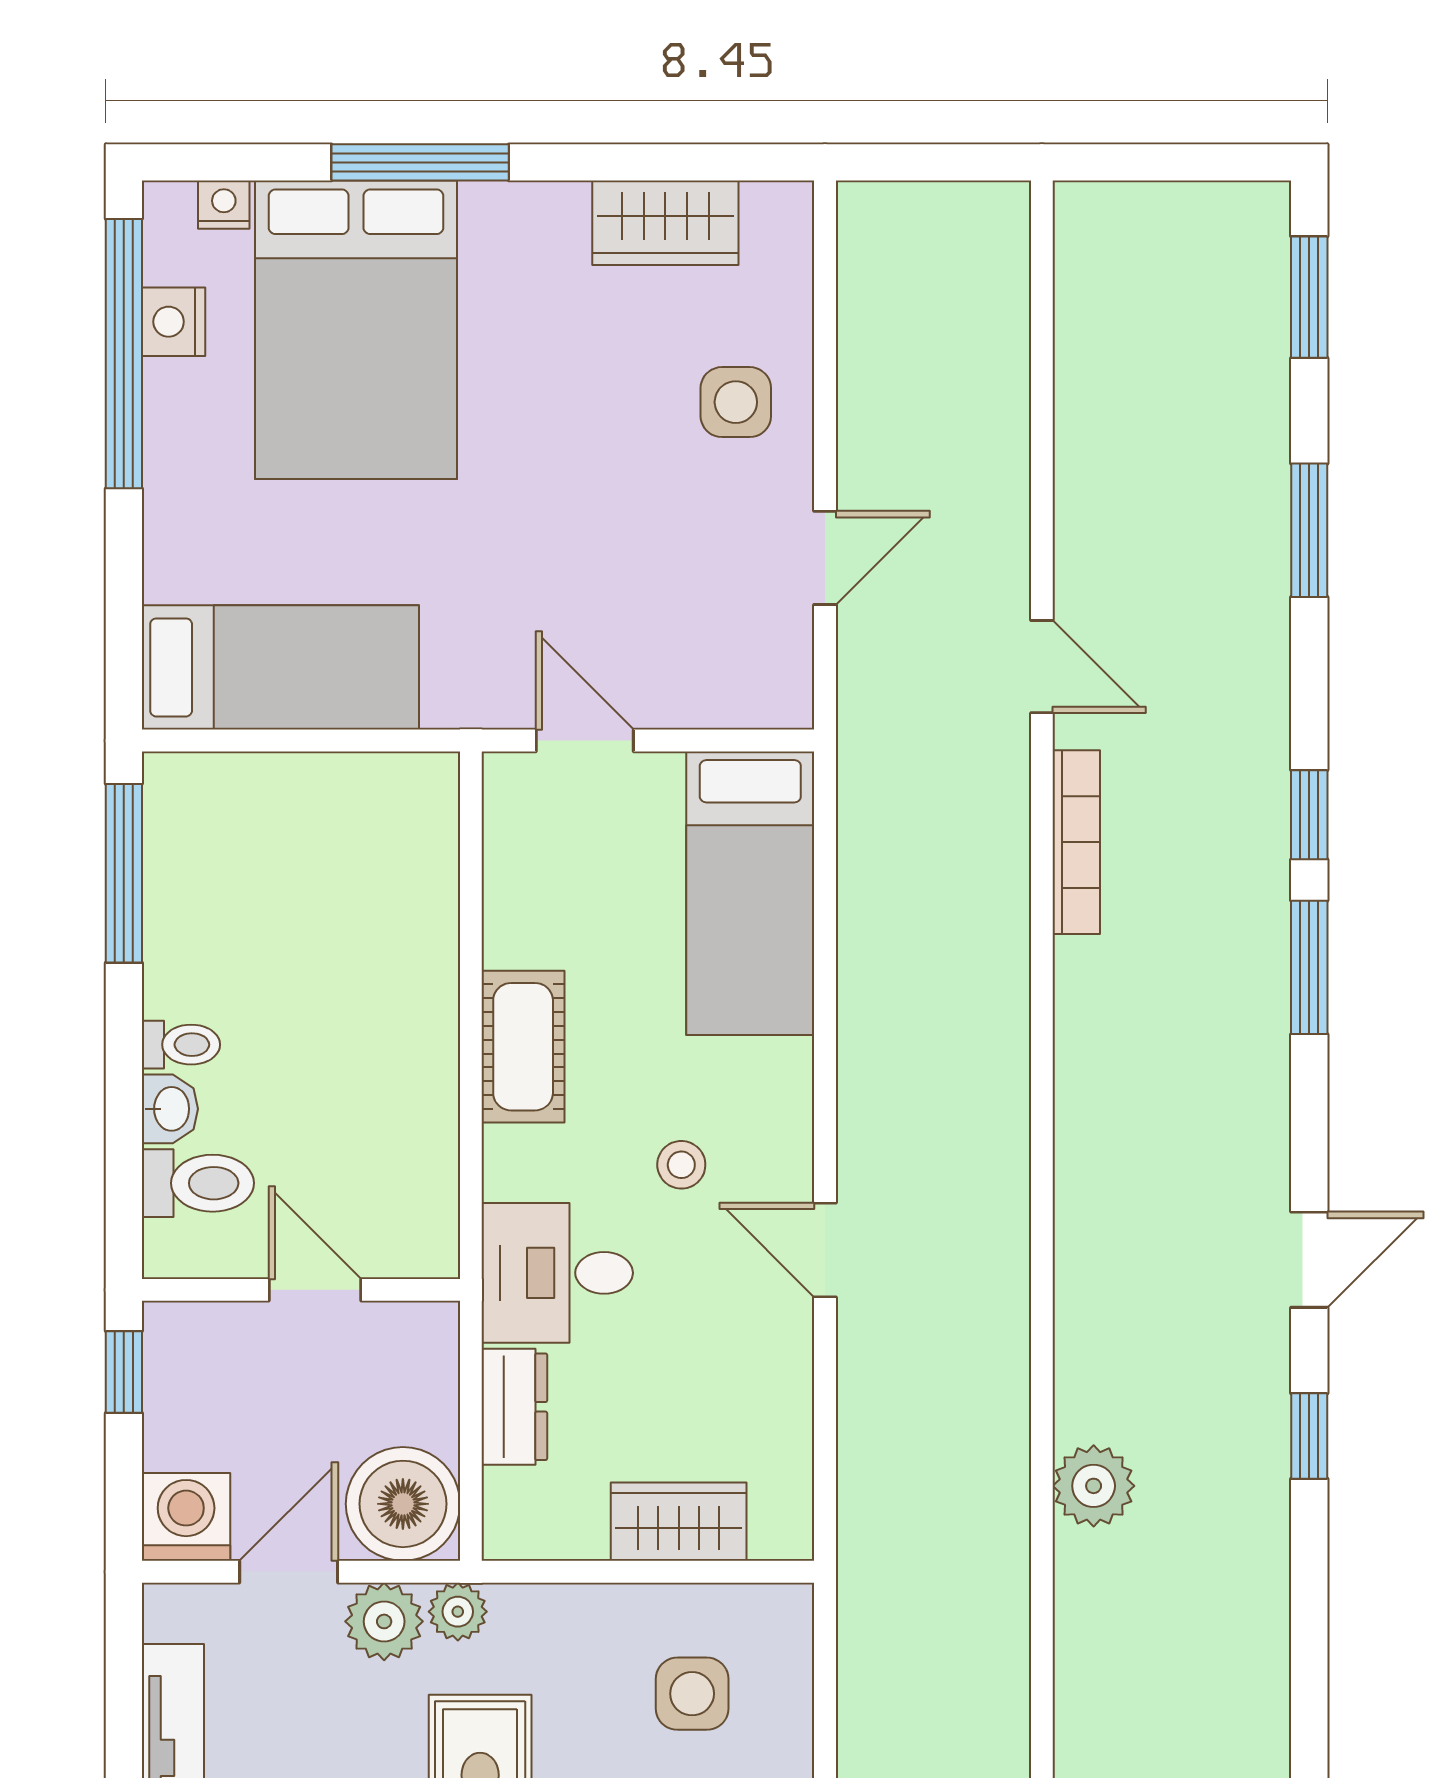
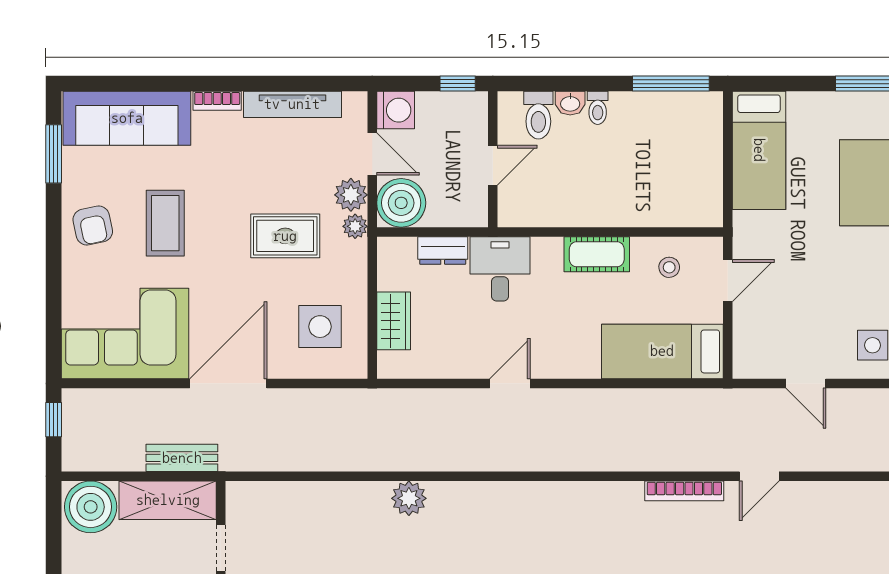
stool: (681, 1165) -> (669, 267), moved
side table: (692, 1694) -> (320, 327), width x1.37, depth x1.37

